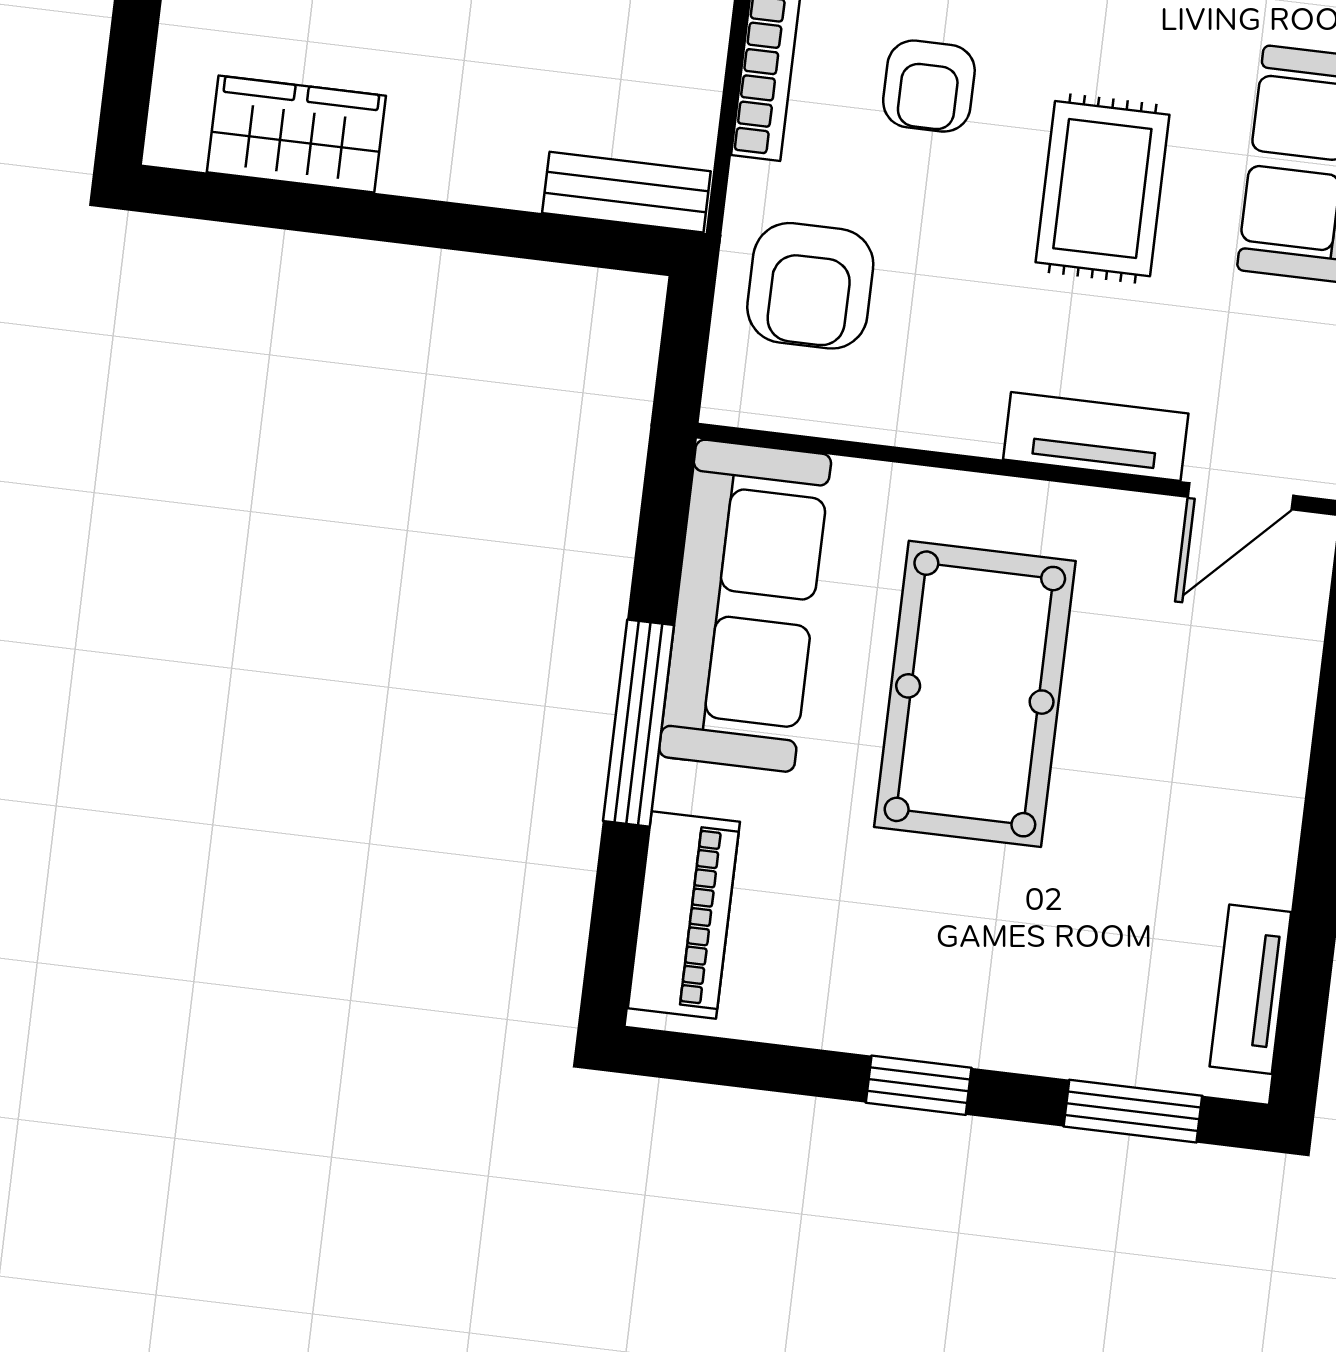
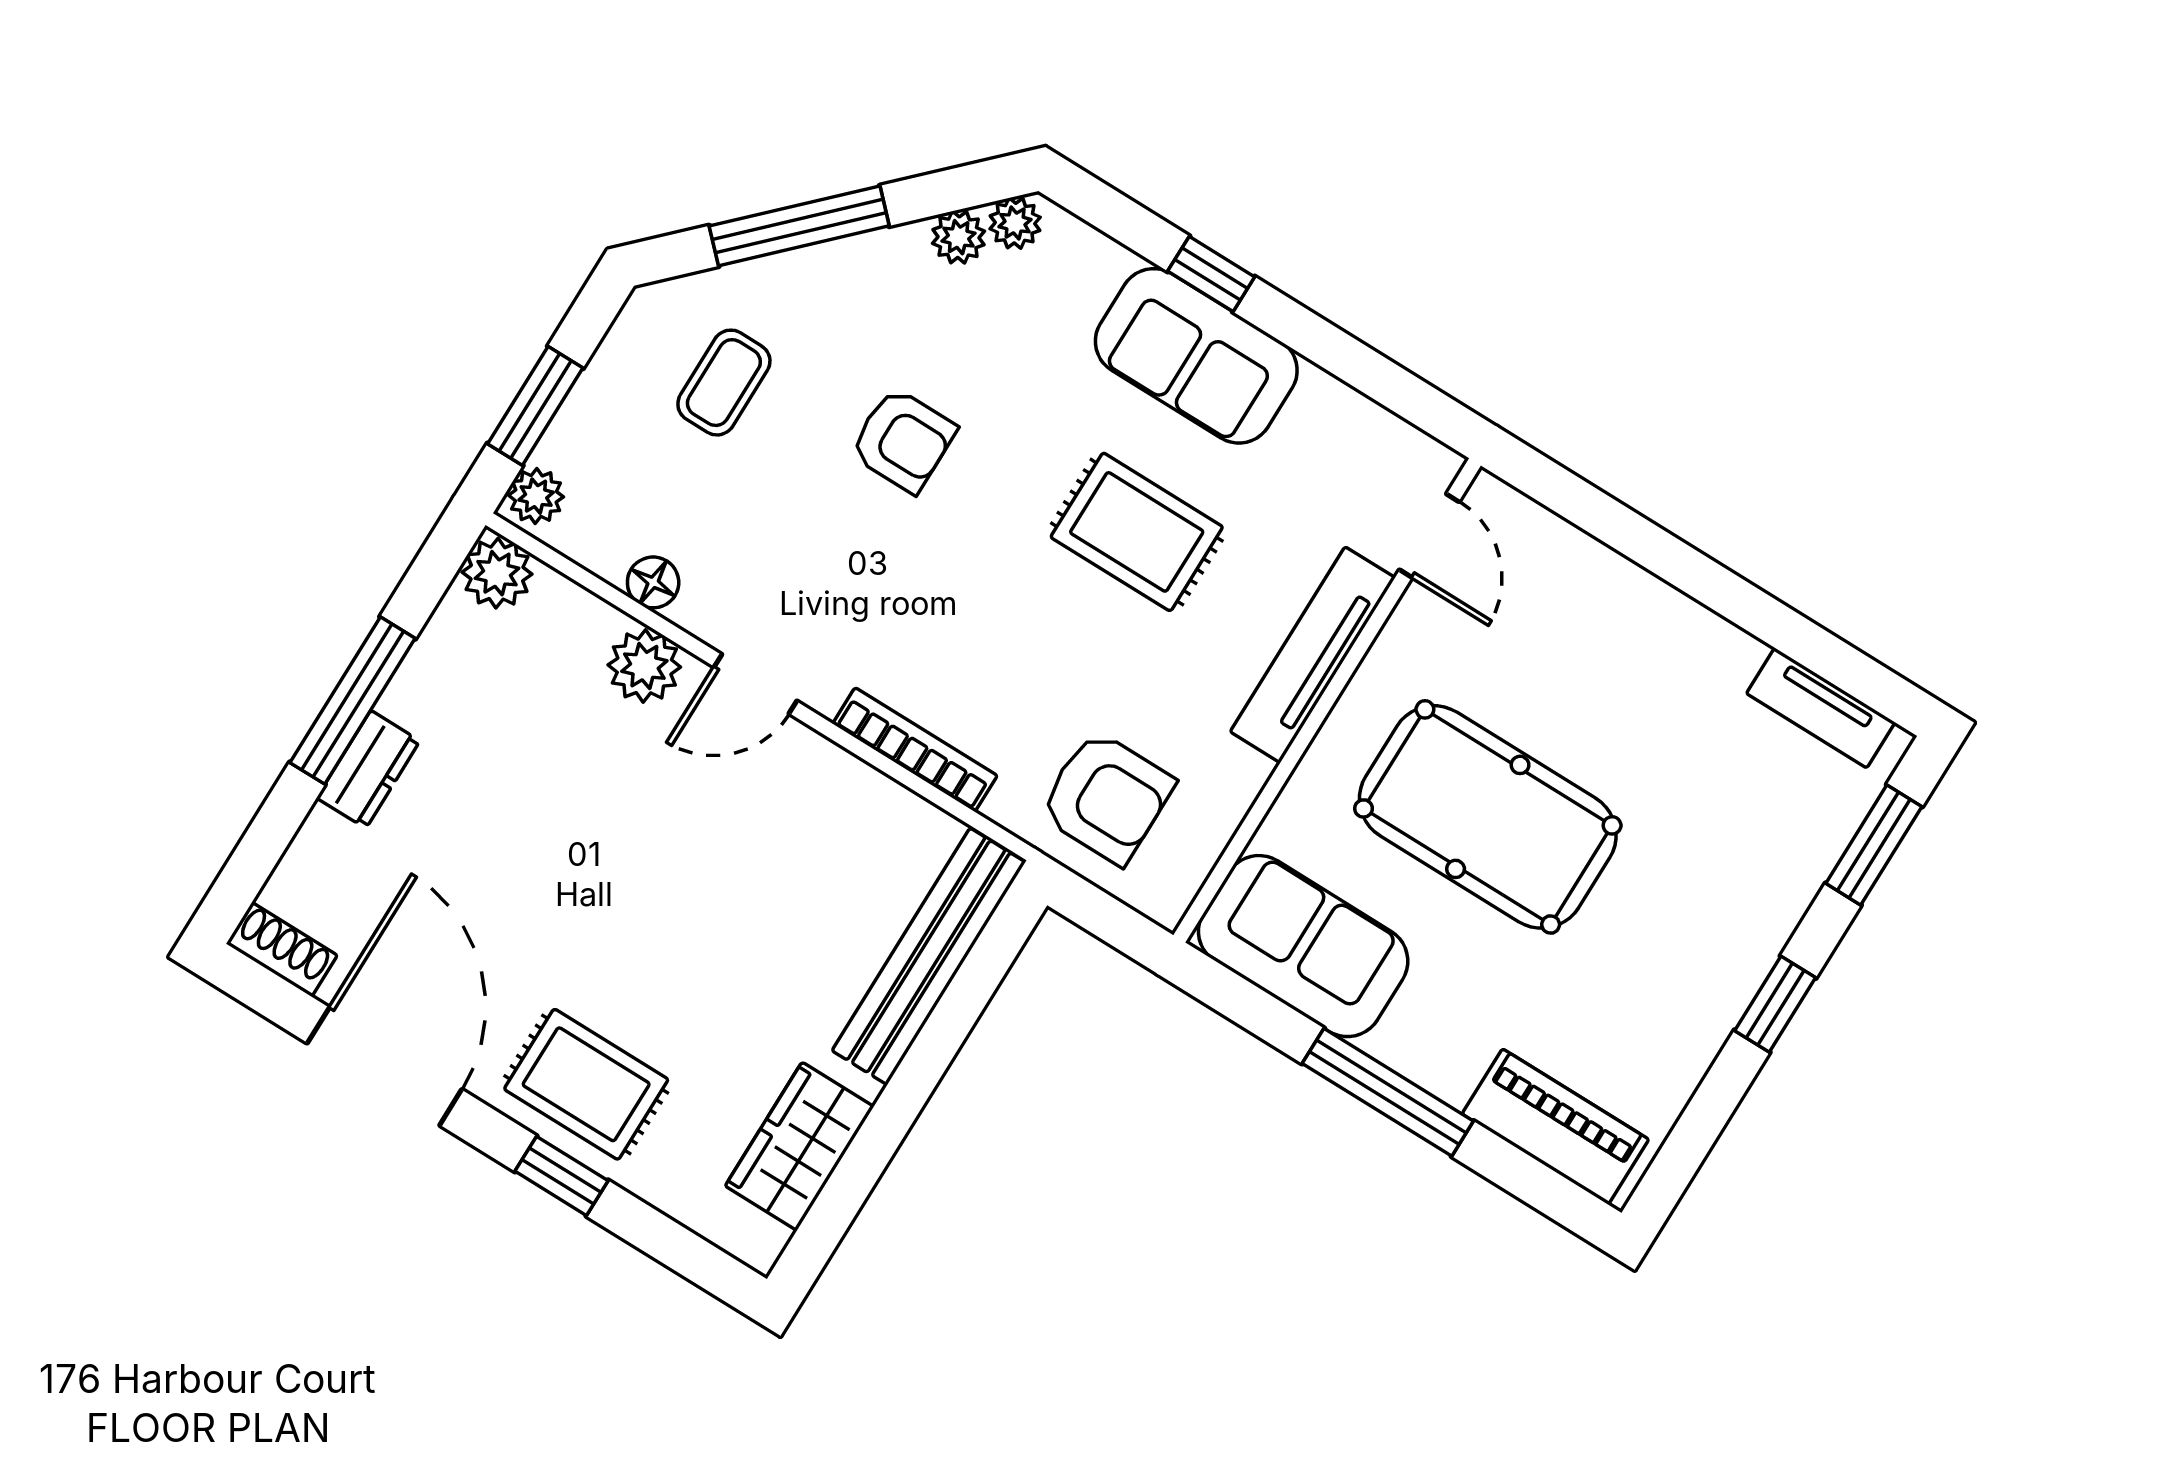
armchair: (929, 86) -> (993, 631), removed
bench: (626, 192) -> (929, 956), width x1.86, depth x1.21
tv unit: (1096, 436) -> (1313, 655), width x1.41
sofa: (745, 606) -> (1303, 946), width x0.73

